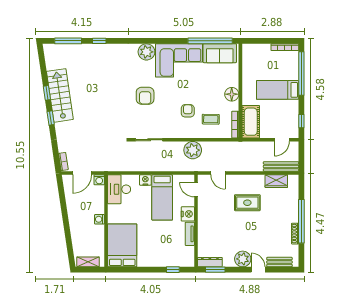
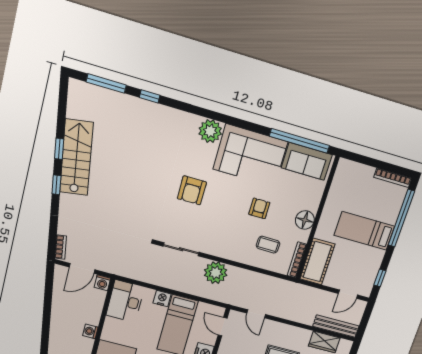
armchair: (188, 111) -> (259, 208), moved
plant: (193, 150) -> (216, 273), moved

